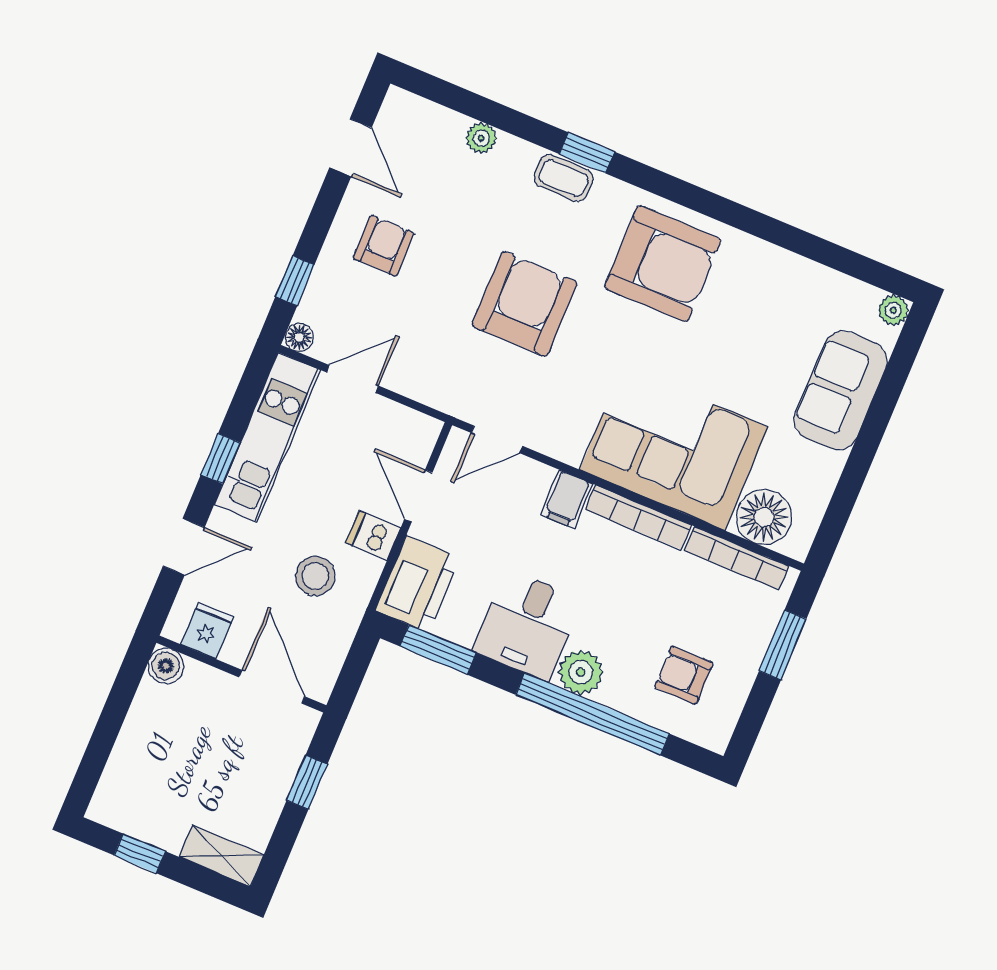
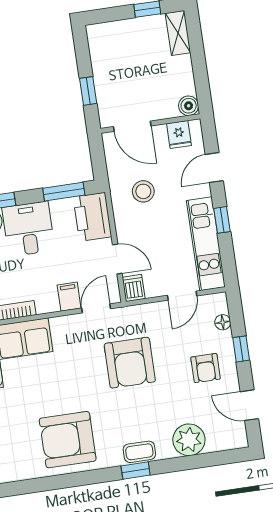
plant: (481, 138) -> (189, 440), width x1.87, depth x1.87
window: (295, 281) -> (241, 349), moved
armchair: (525, 304) -> (130, 363), moved
floor lamp: (299, 337) -> (223, 322), moved
filing cabinet: (567, 499) -> (69, 297), moved
dishwasher: (373, 535) -> (134, 288), moved, turned -90
shelving: (221, 856) -> (178, 33), moved, turned 90

